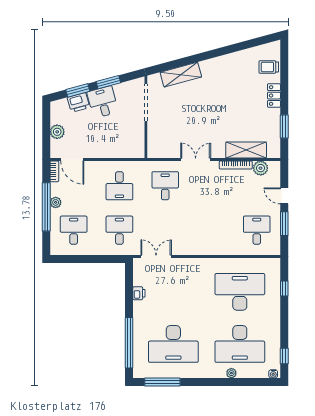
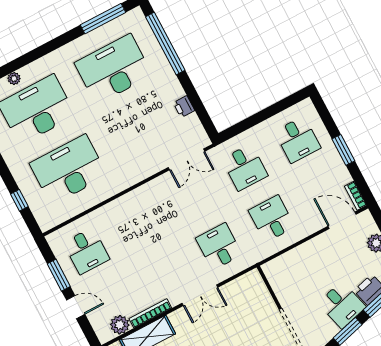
desk: (165, 186) -> (219, 246), turned 180
plant: (56, 202) -> (335, 161), removed
window: (46, 207) -> (343, 150), width x0.47
desk: (240, 292) -> (68, 170), turned 180
plant: (231, 373) -> (14, 78), moved

